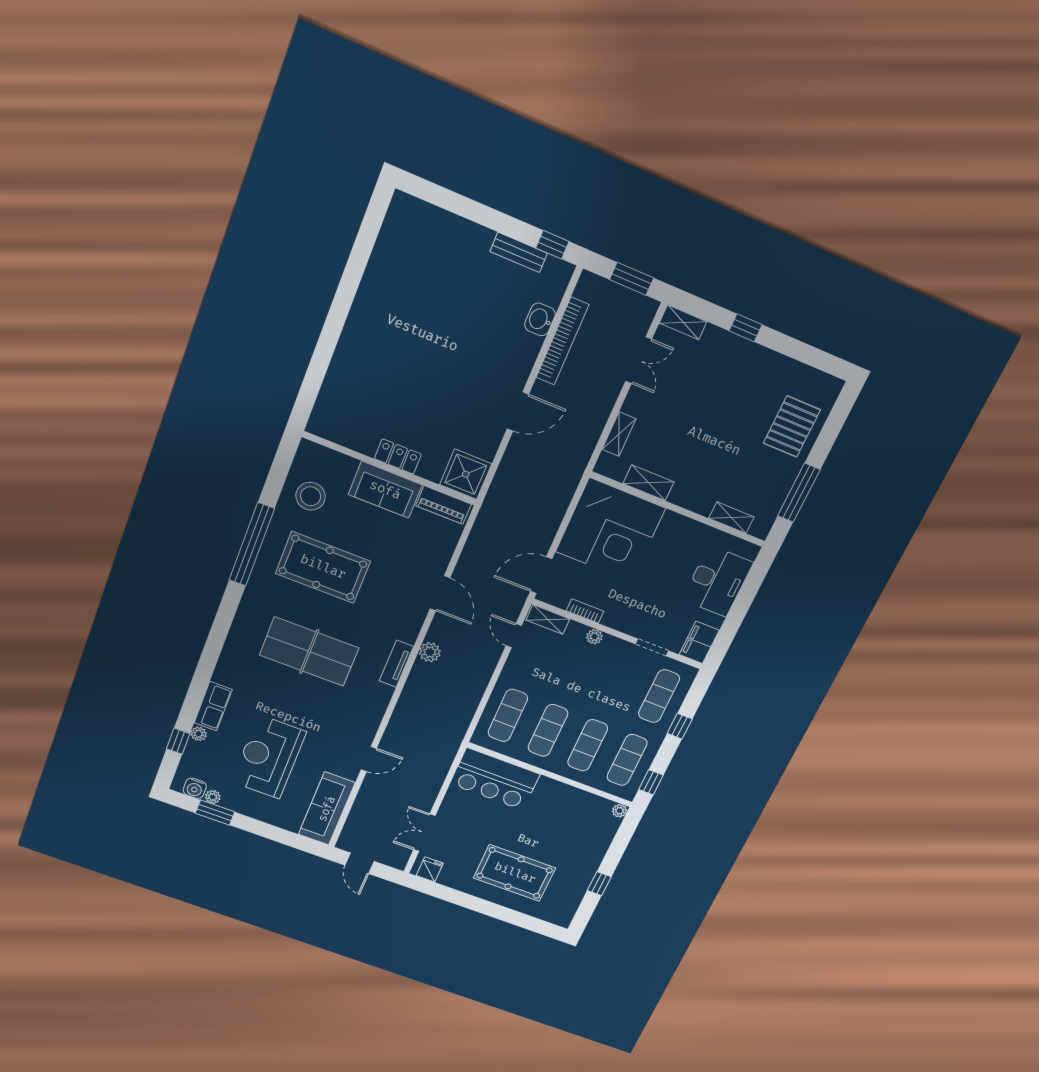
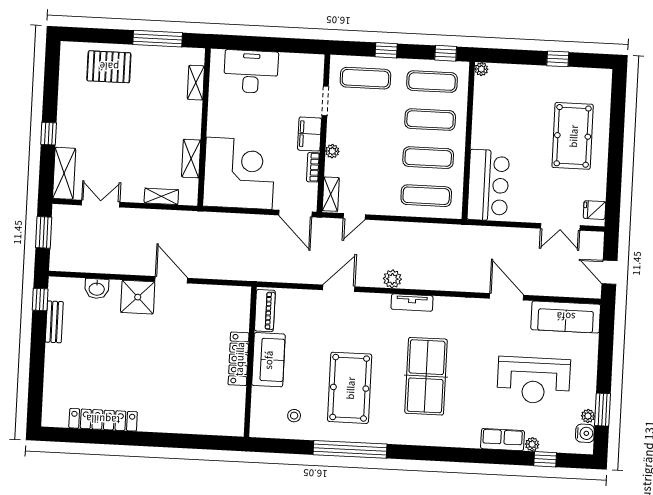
locker: (378, 270) -> (103, 420), added
shelving: (683, 322) -> (64, 173), width x1.50, depth x1.33
bookcase: (562, 341) -> (107, 266), removed
locker: (398, 456) -> (239, 359), width x1.53
shower: (466, 474) -> (138, 297), moved
stool: (311, 496) -> (294, 416), width x0.53, depth x0.53
filing cabinet: (699, 642) -> (310, 134), moved, turned 90
door: (369, 759) -> (506, 297), width x1.38
door: (360, 863) -> (609, 272), swing flipped

